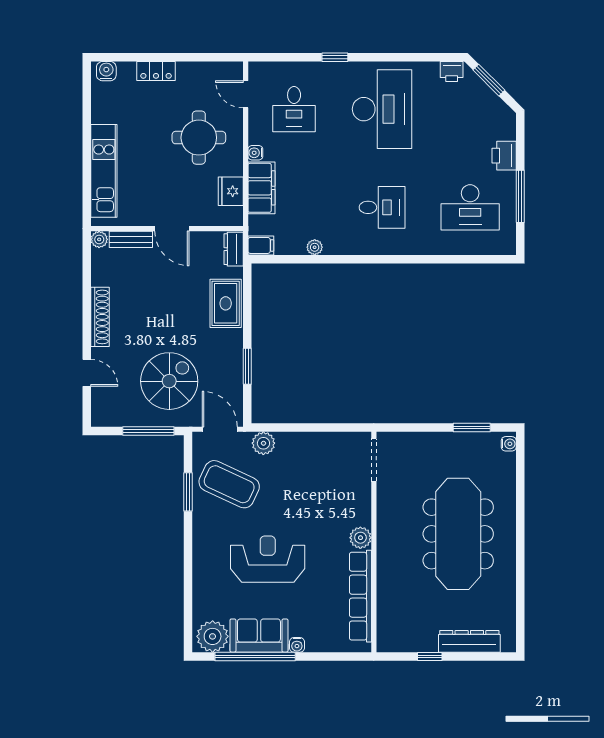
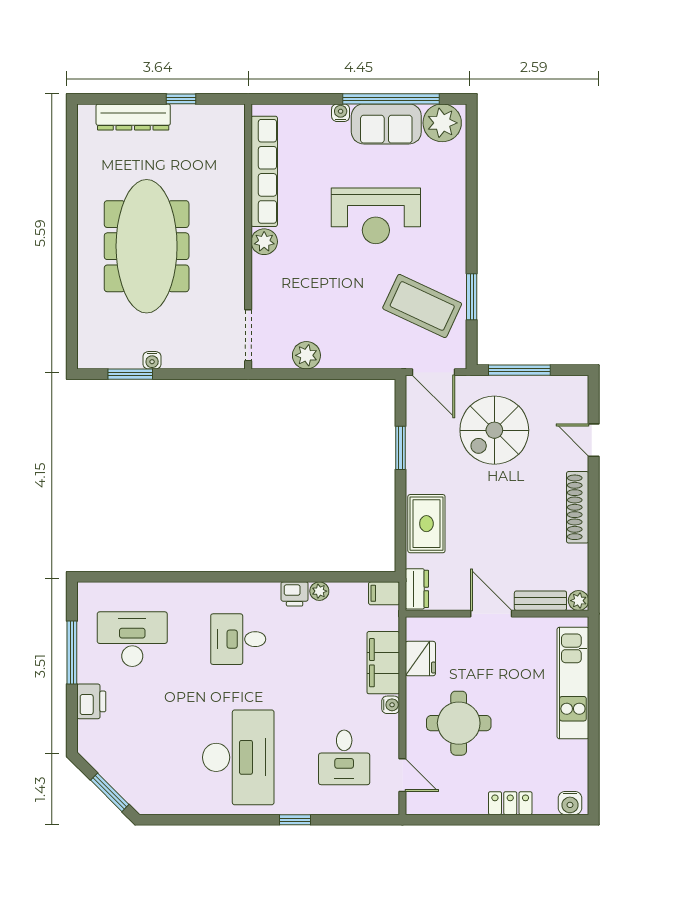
printer: (452, 72) -> (295, 594), moved, turned 180
desk: (294, 109) -> (344, 757), turned 180
desk: (382, 109) -> (238, 757), turned 180
plant: (263, 443) -> (306, 355), moved
water cooler: (509, 444) -> (152, 360), moved, turned -90

